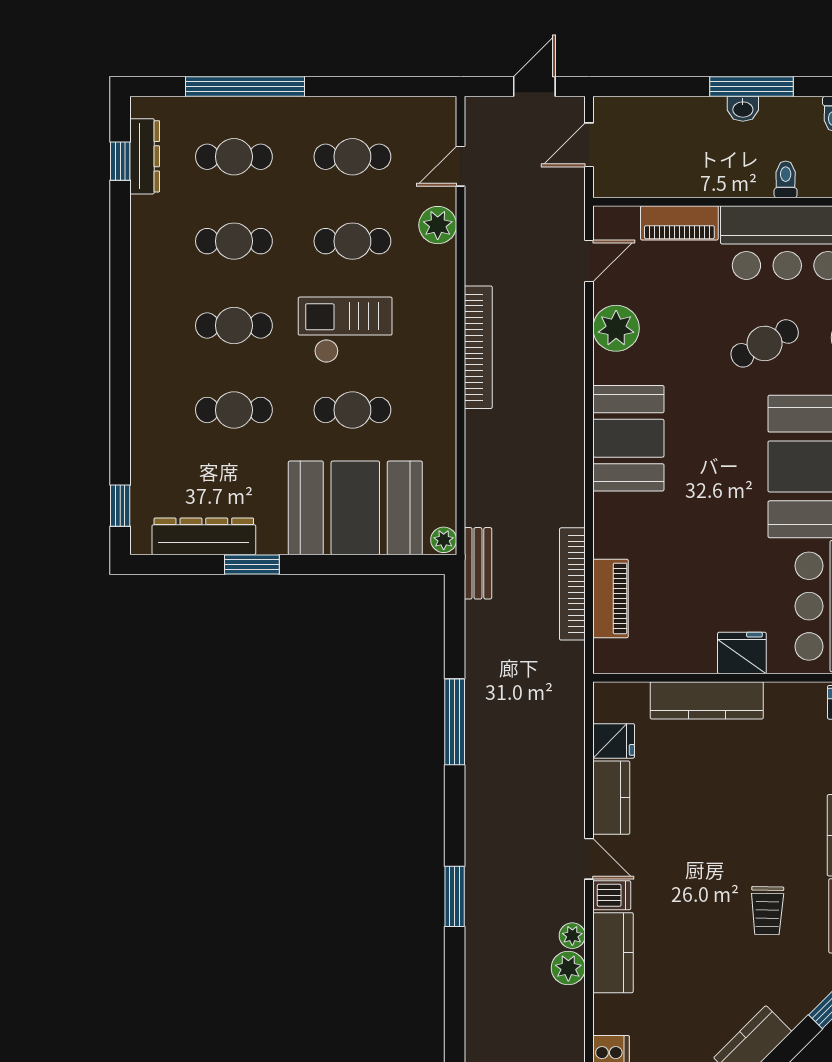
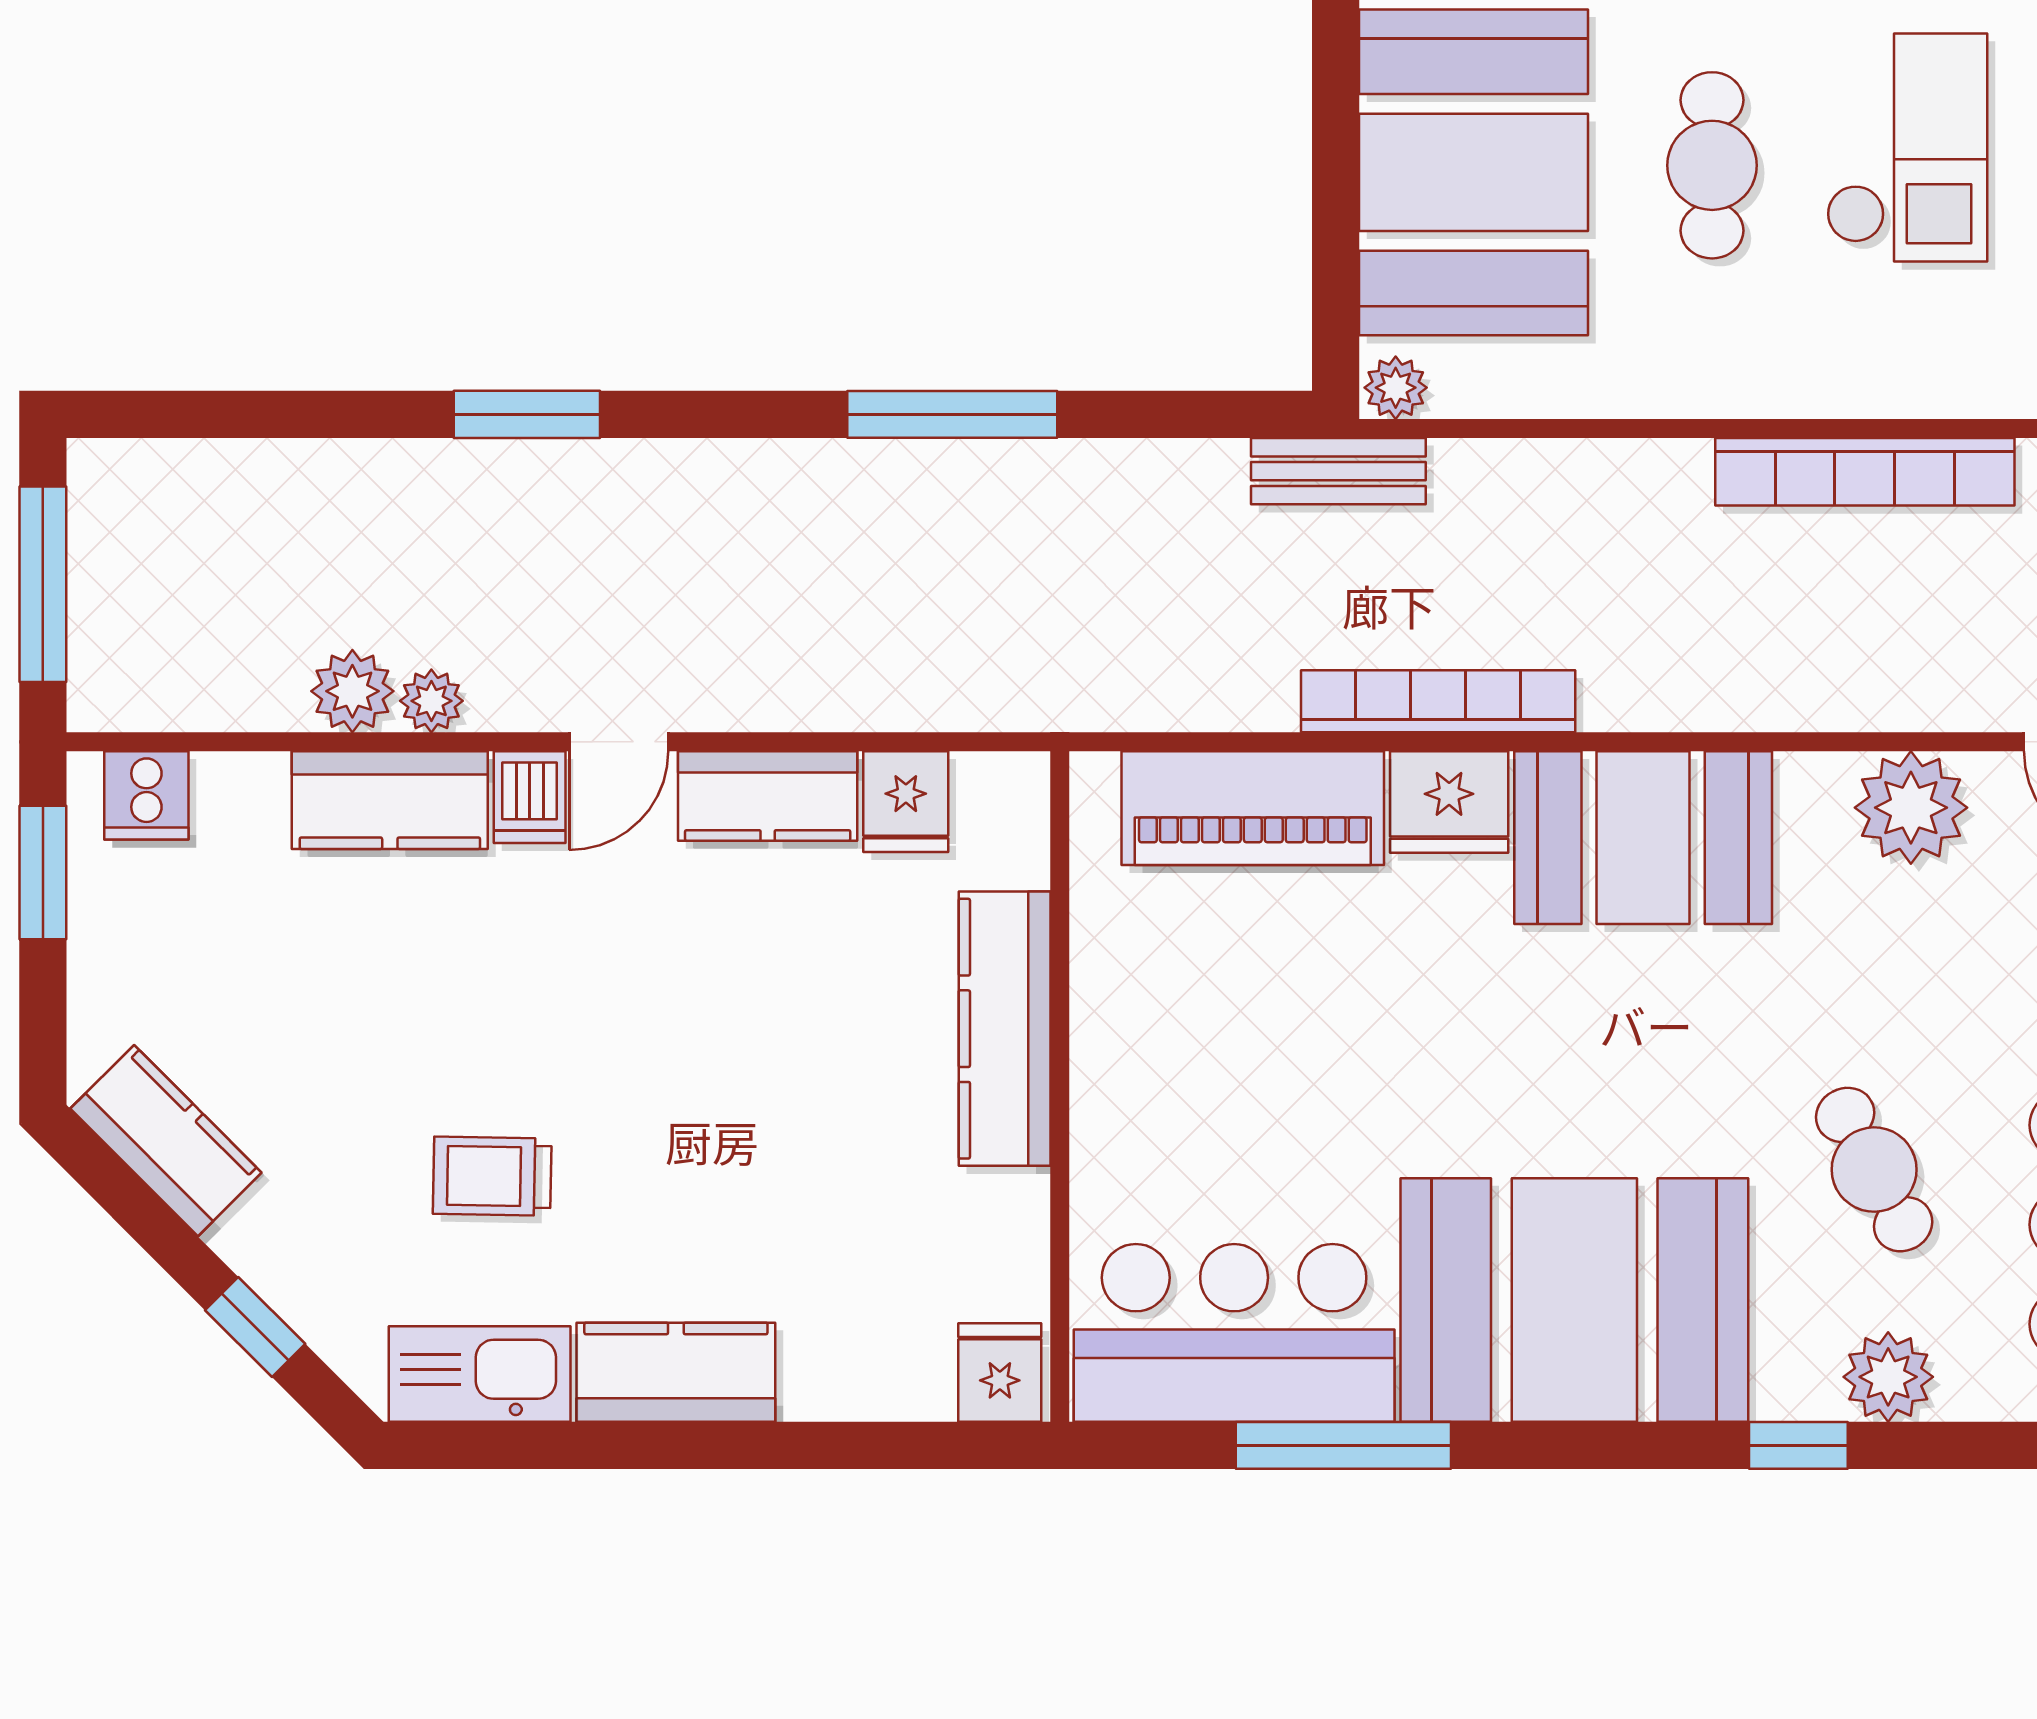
bookcase: (572, 584) -> (1438, 701), moved
piano: (611, 598) -> (1253, 808), width x1.37, depth x1.33
fridge: (742, 653) -> (1449, 802), moved, turned 90

